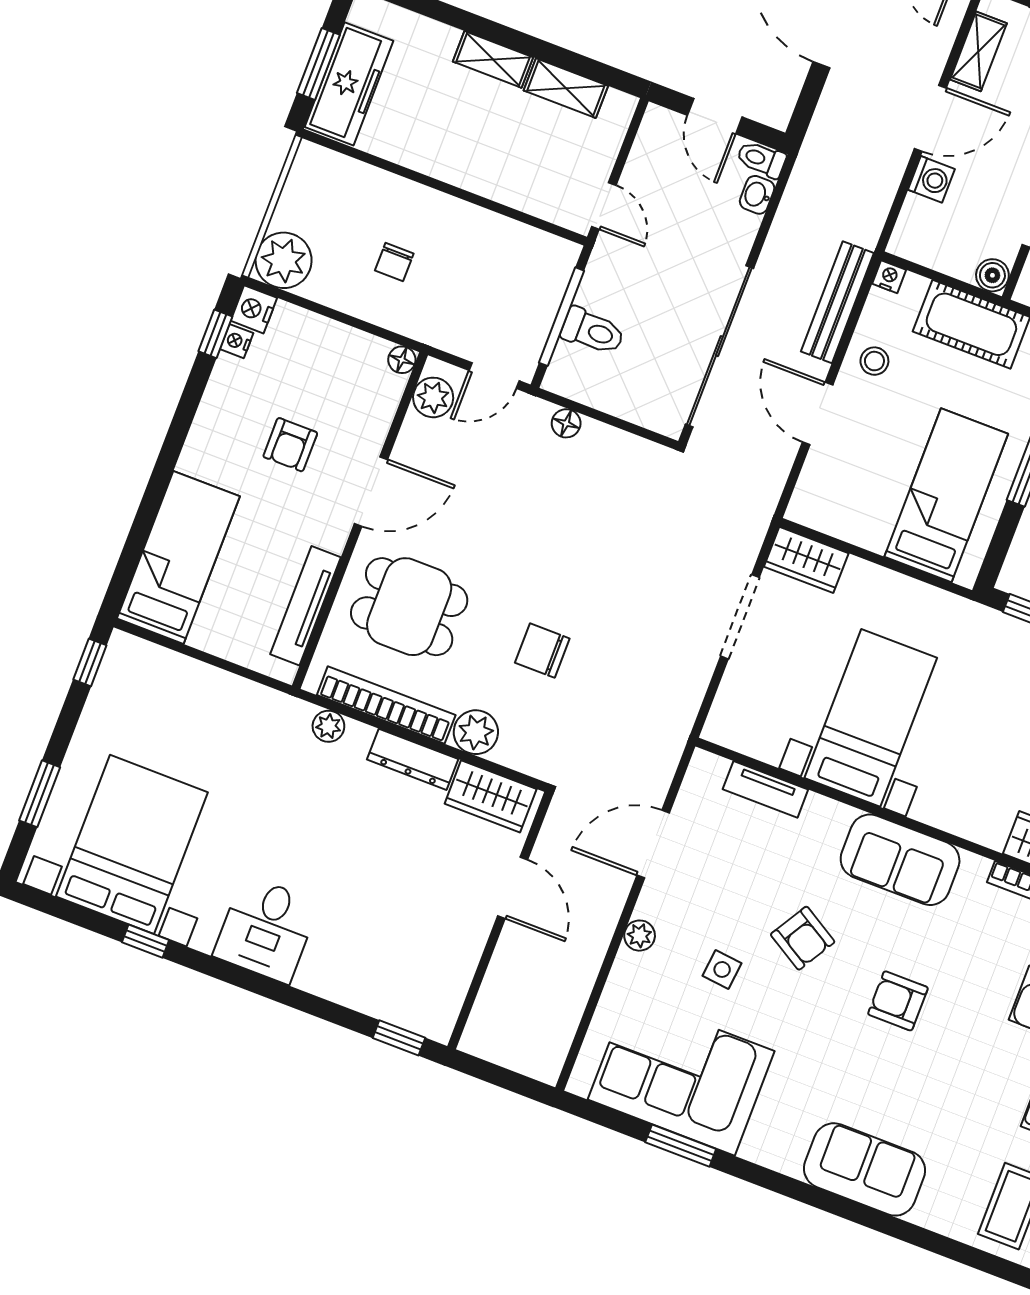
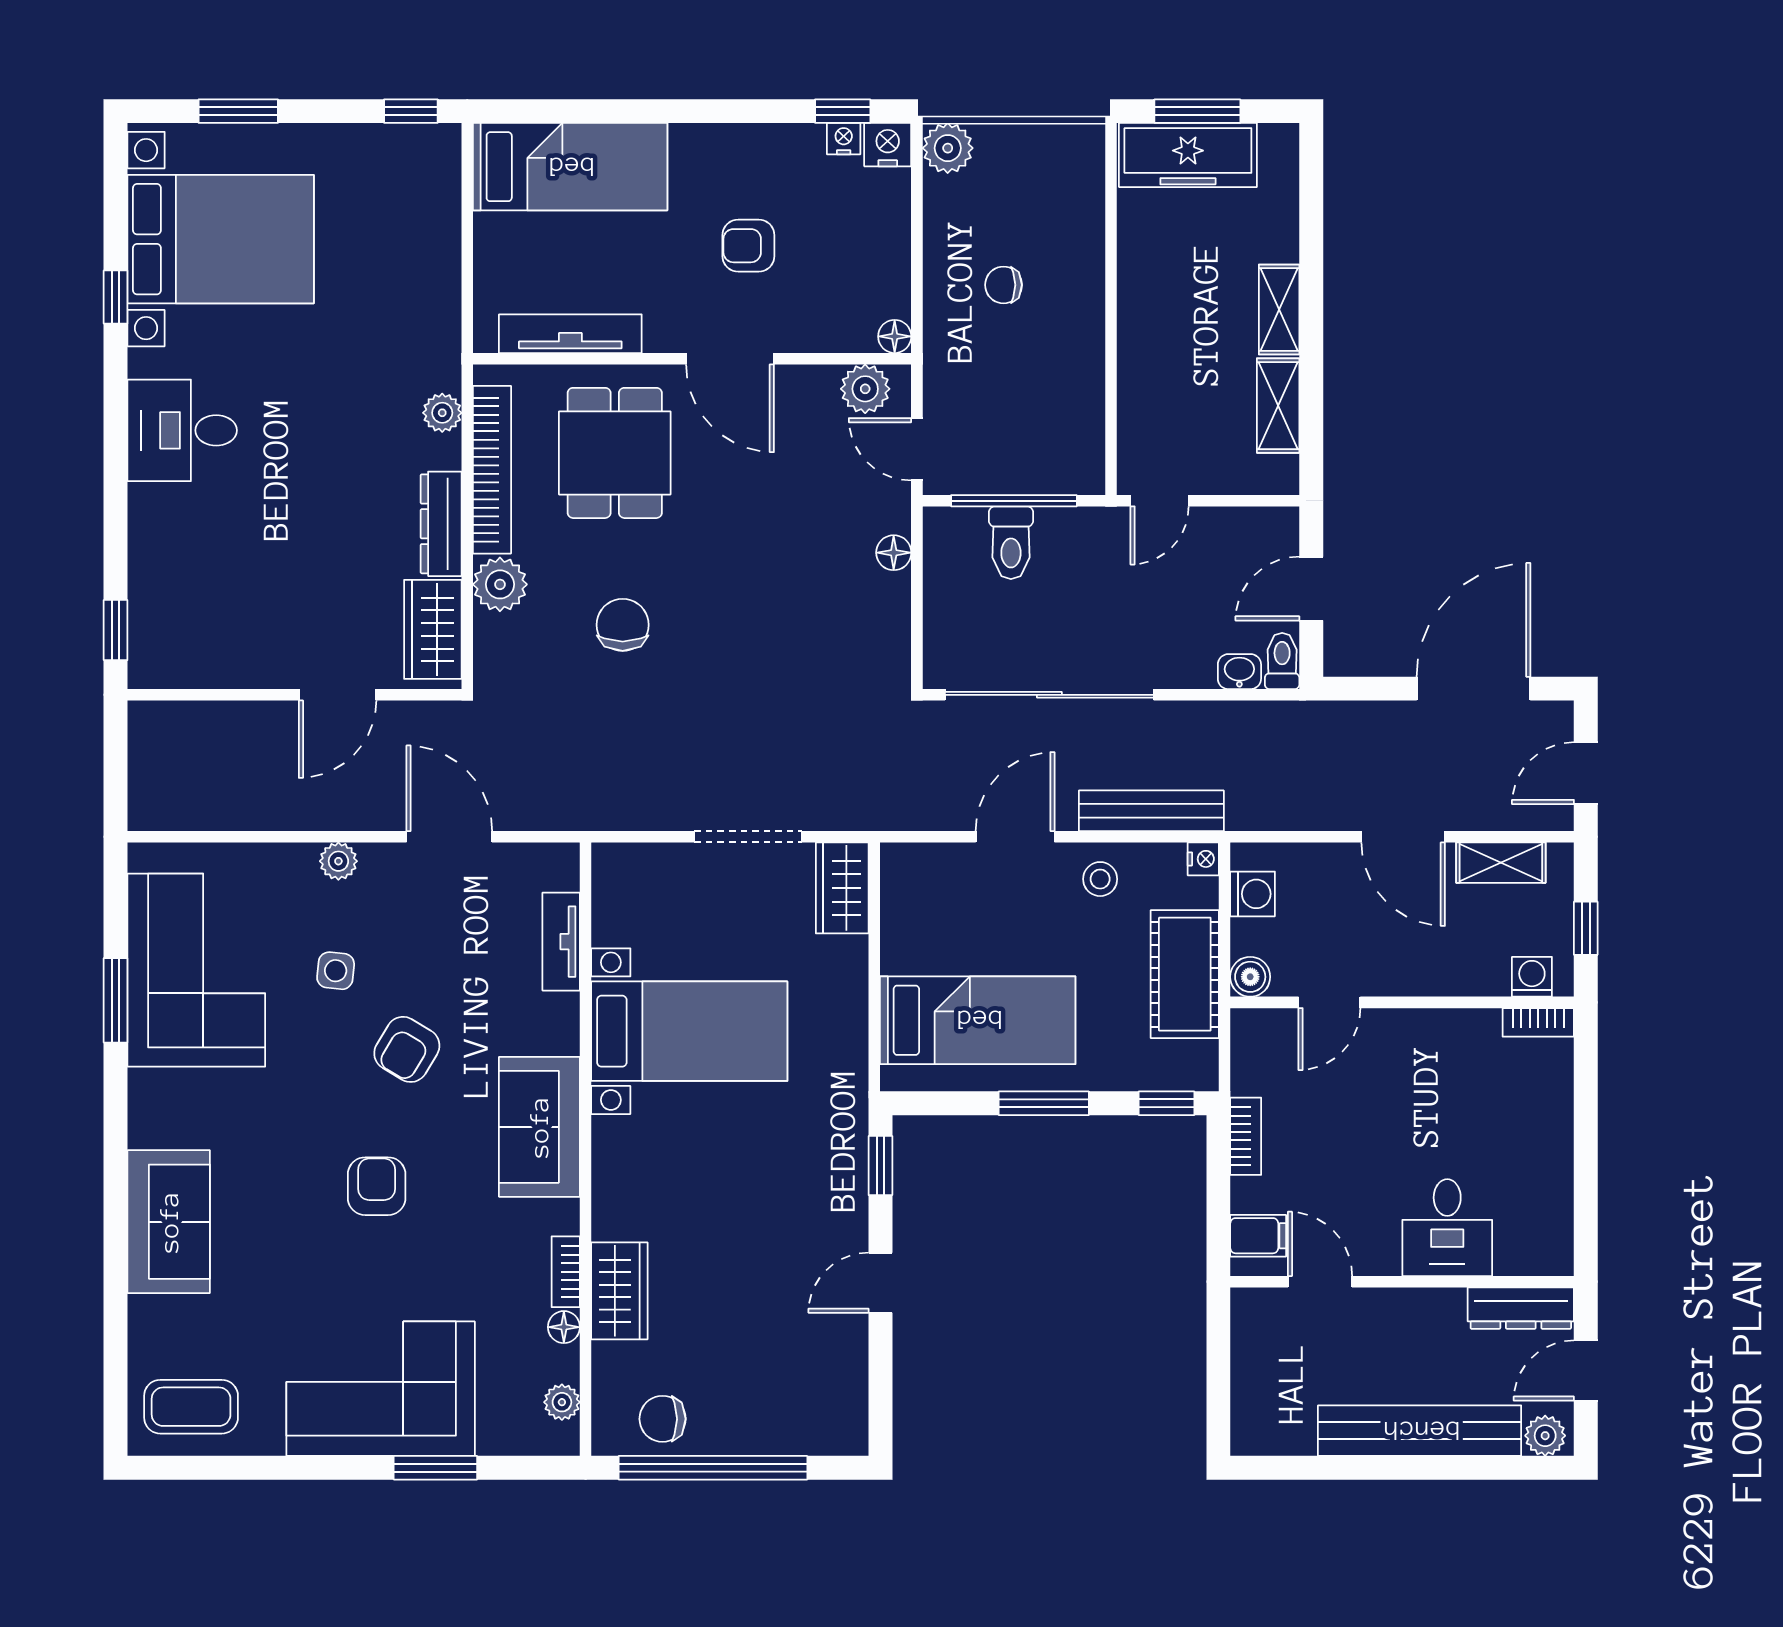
washing machine: (931, 179) -> (1253, 894), moved, turned -90
plant: (284, 260) -> (948, 148), width x0.73, depth x0.73

